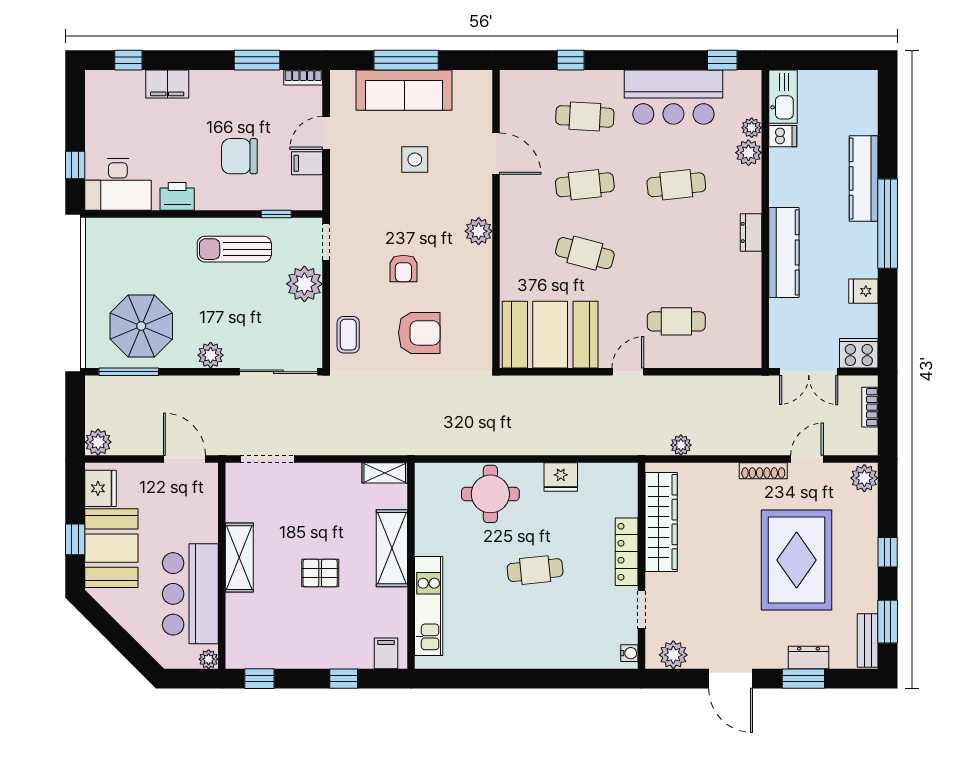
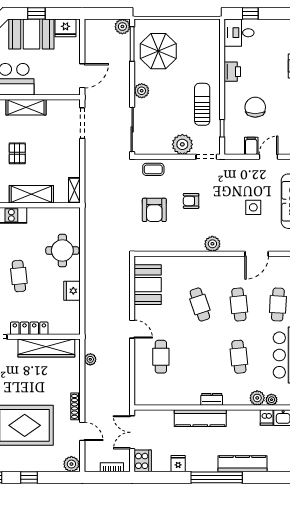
door: (326, 133) -> (268, 157), hinge flipped
desk: (118, 184) -> (239, 33), width x0.73
cafe table: (585, 253) -> (200, 304), turned -33
booth: (550, 335) -> (148, 285), width x0.73, depth x0.70
plant: (98, 442) -> (122, 27), moved

